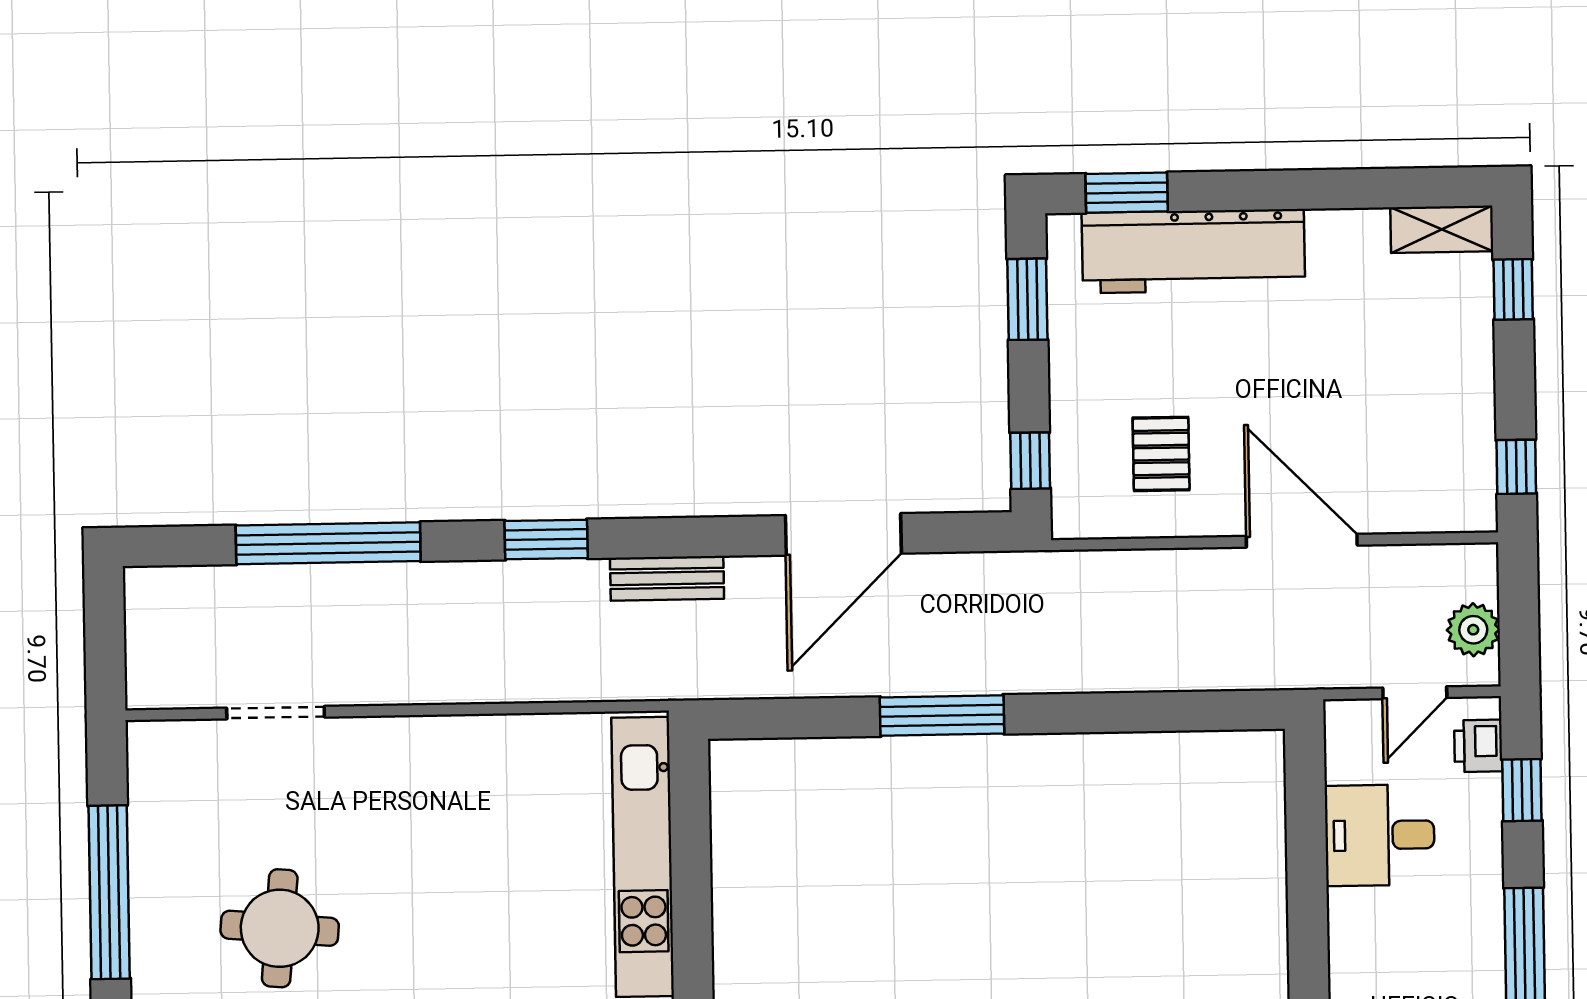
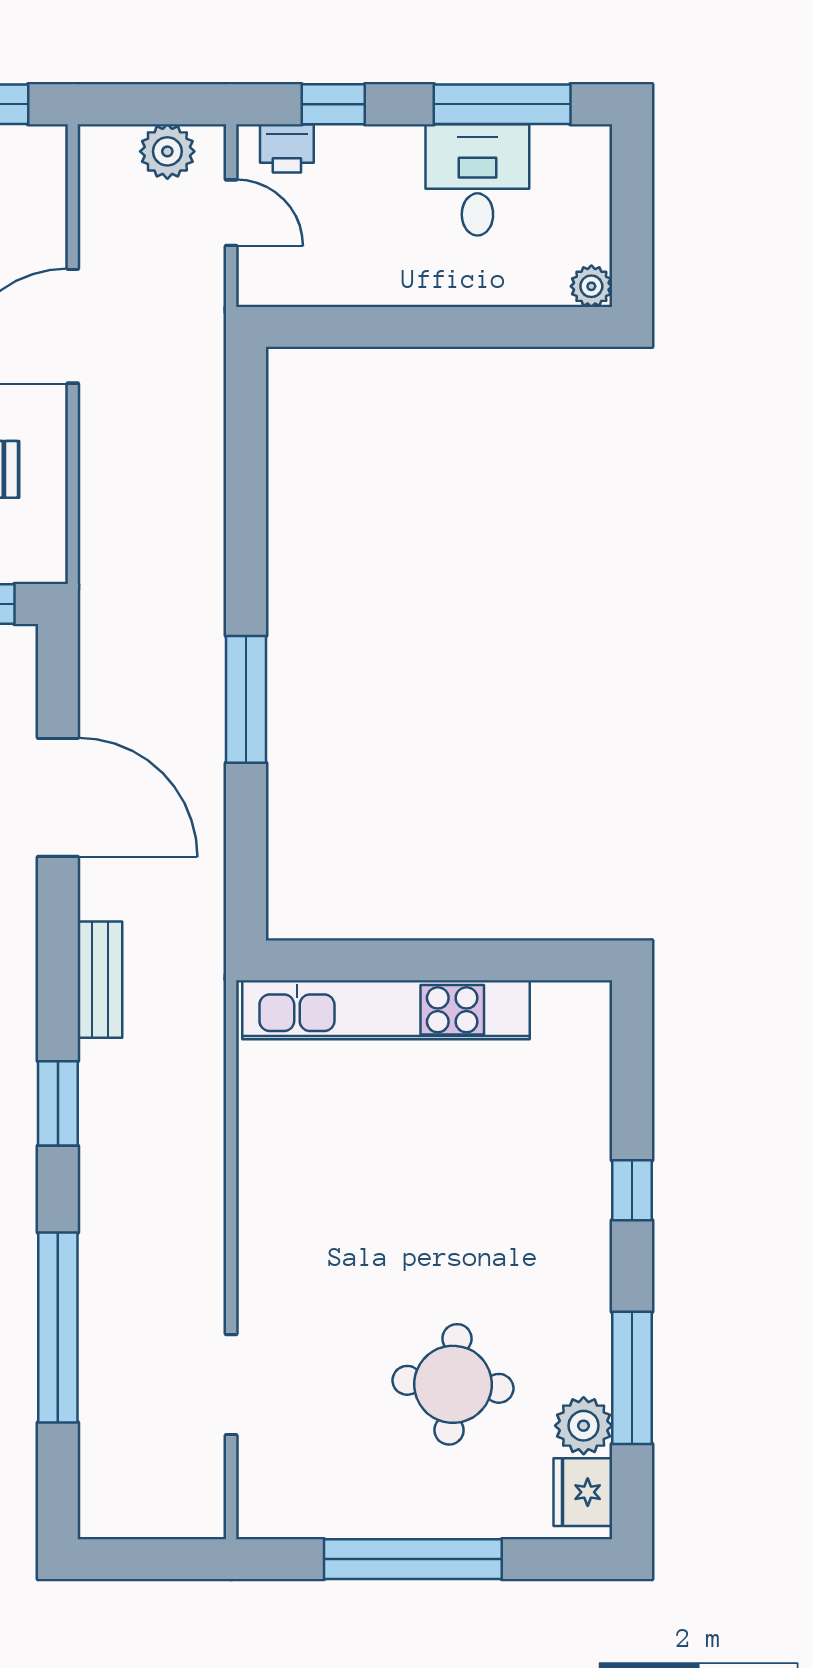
desk: (1380, 835) -> (477, 180), moved, turned 180

